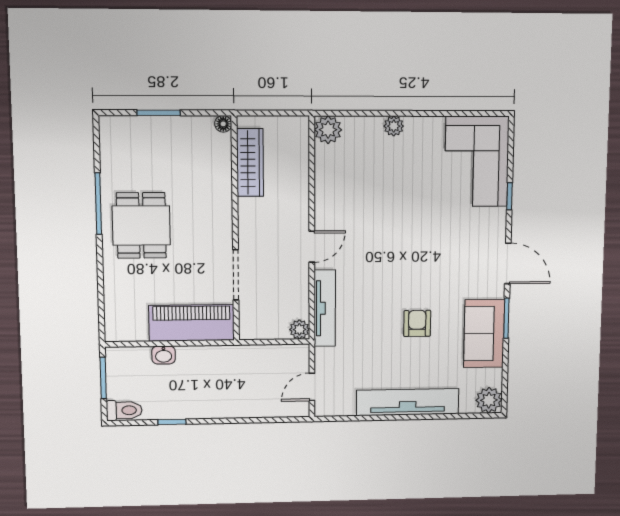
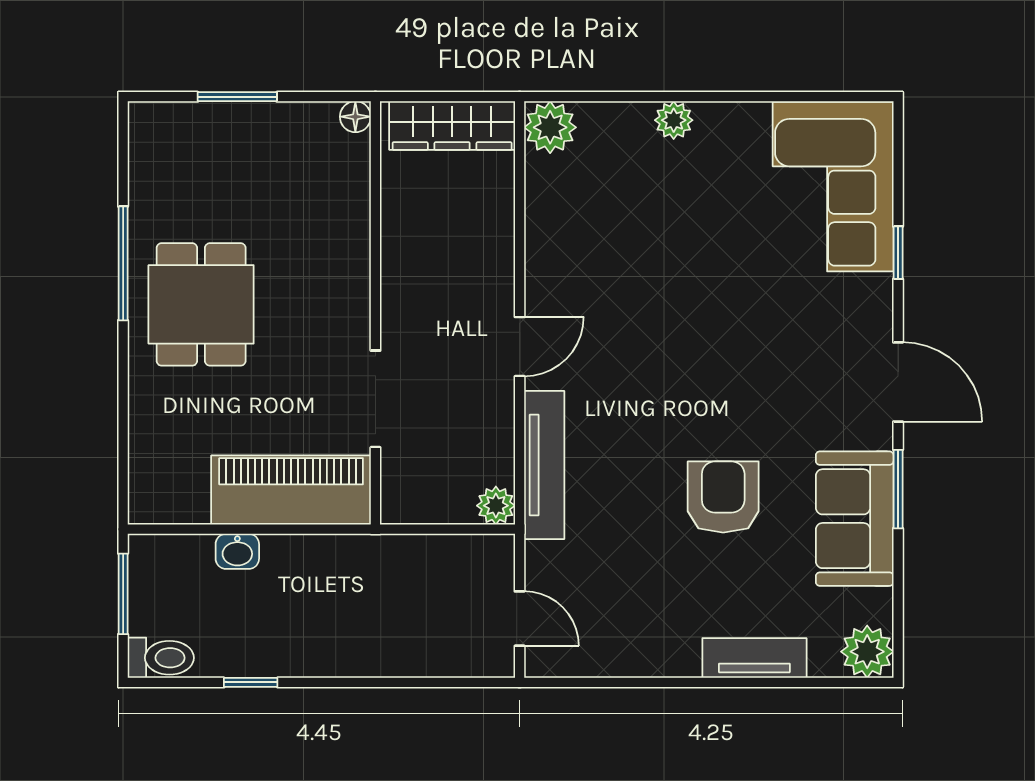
wardrobe: (250, 163) -> (452, 126), moved, turned 90
armchair: (417, 323) -> (723, 497), width x1.38, depth x1.38
door: (312, 387) -> (520, 619), swing flipped
tv unit: (408, 402) -> (754, 658), width x0.52, depth x0.78

